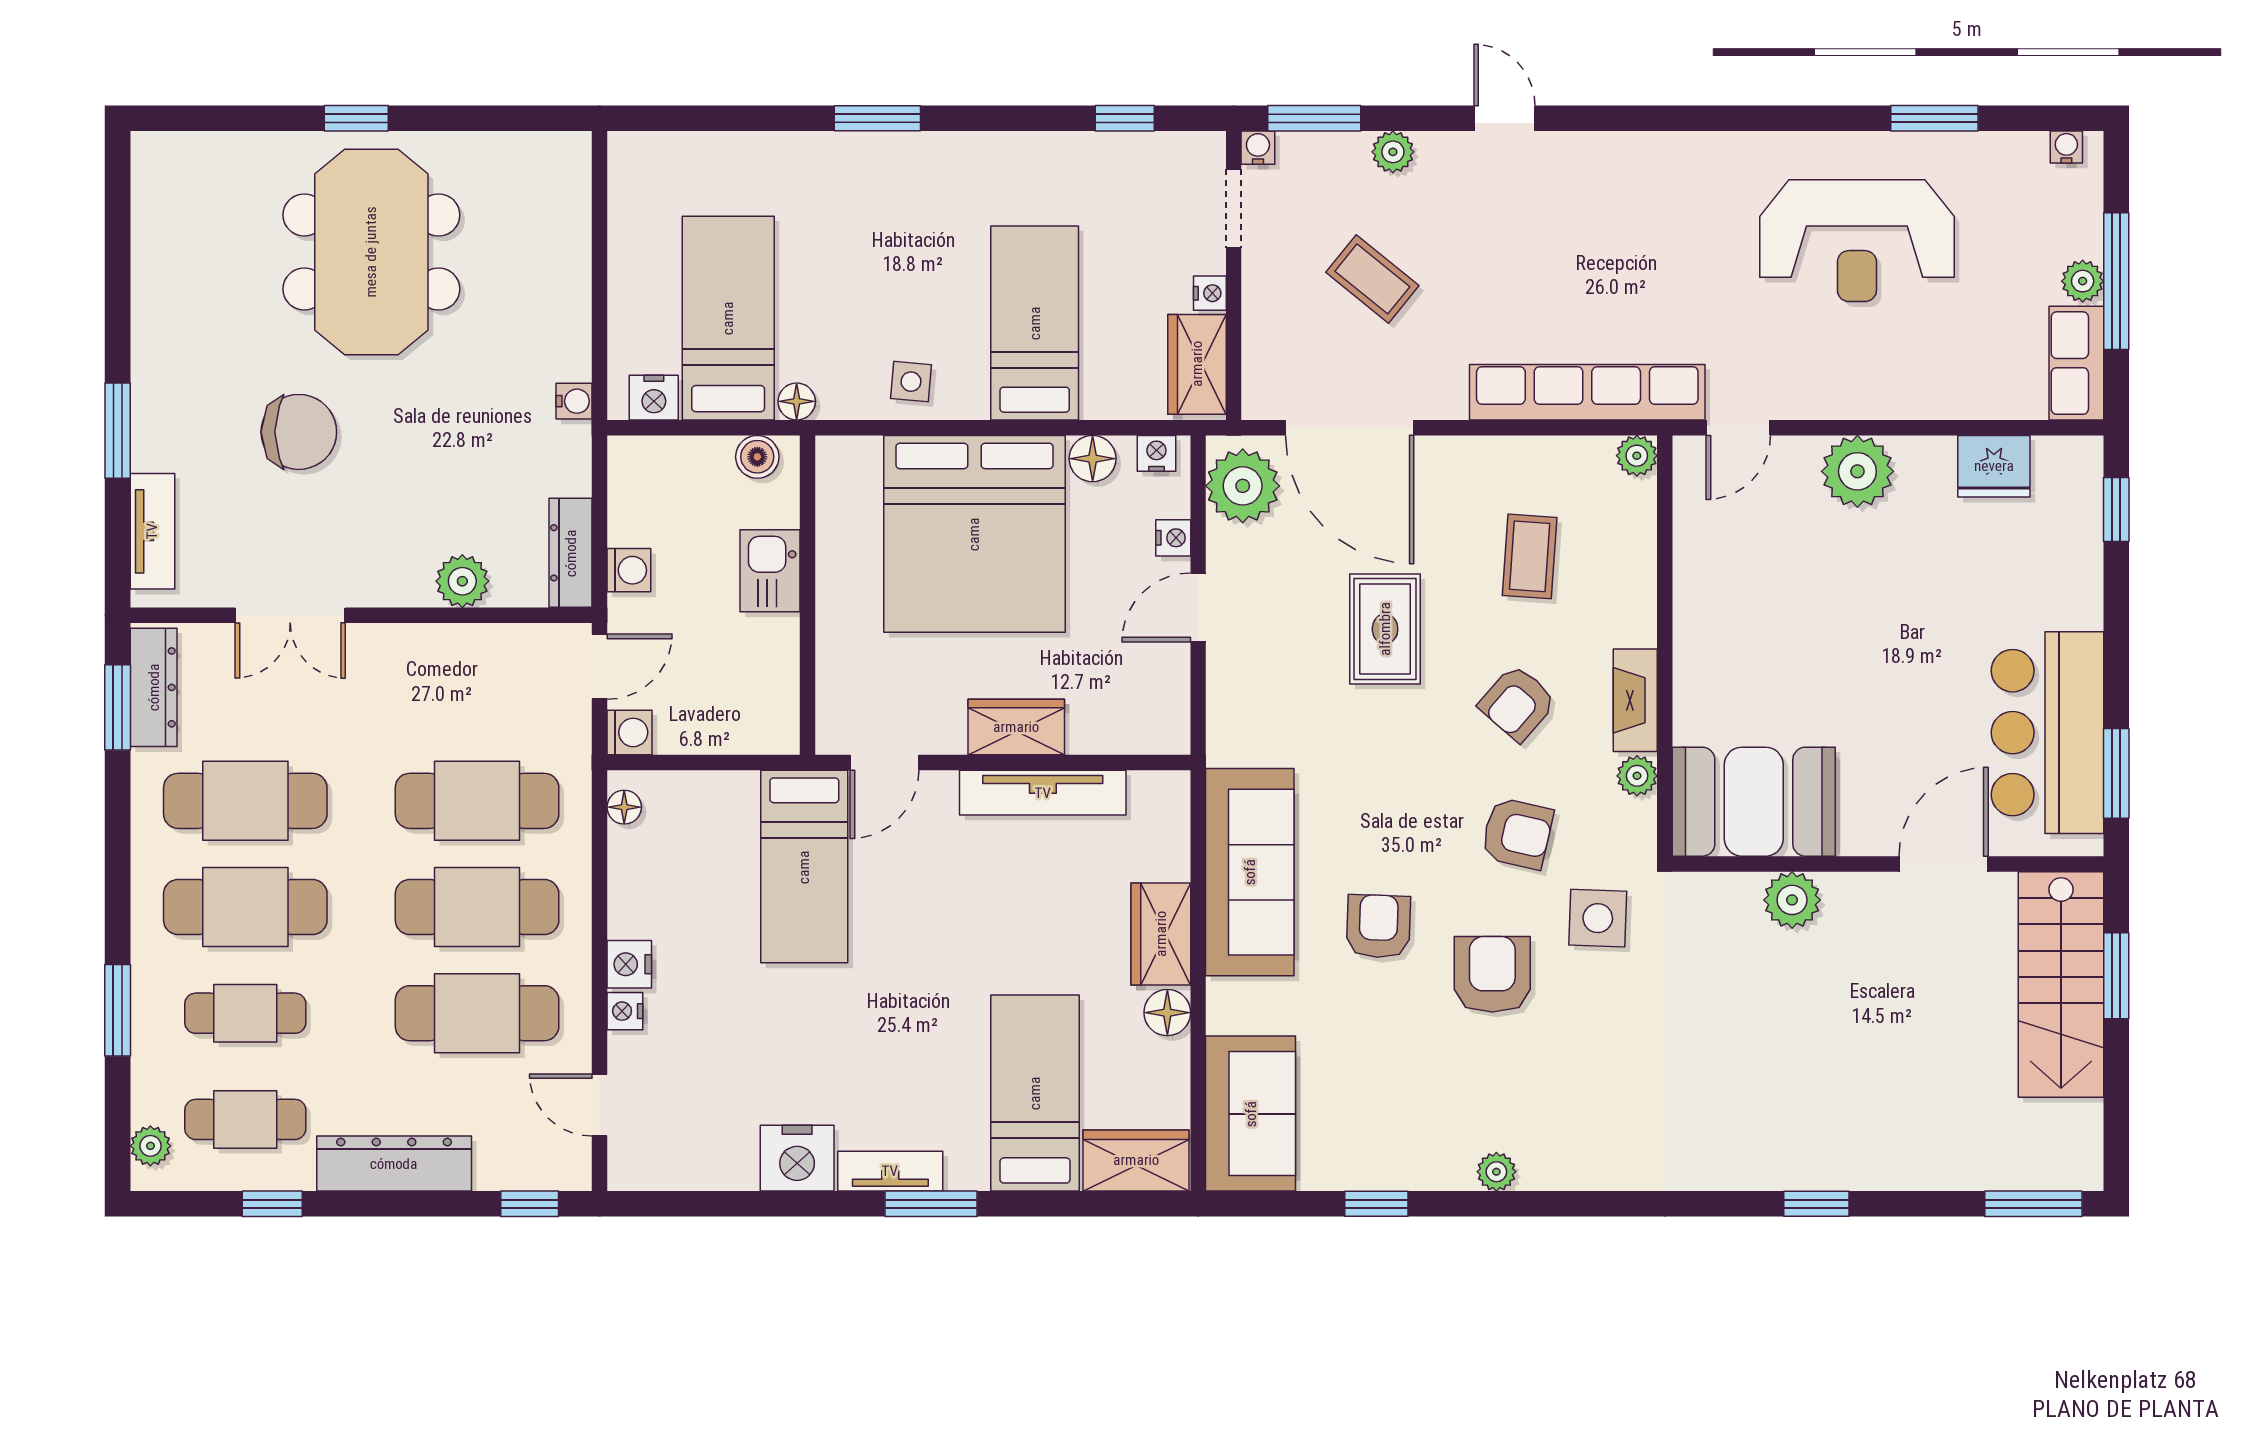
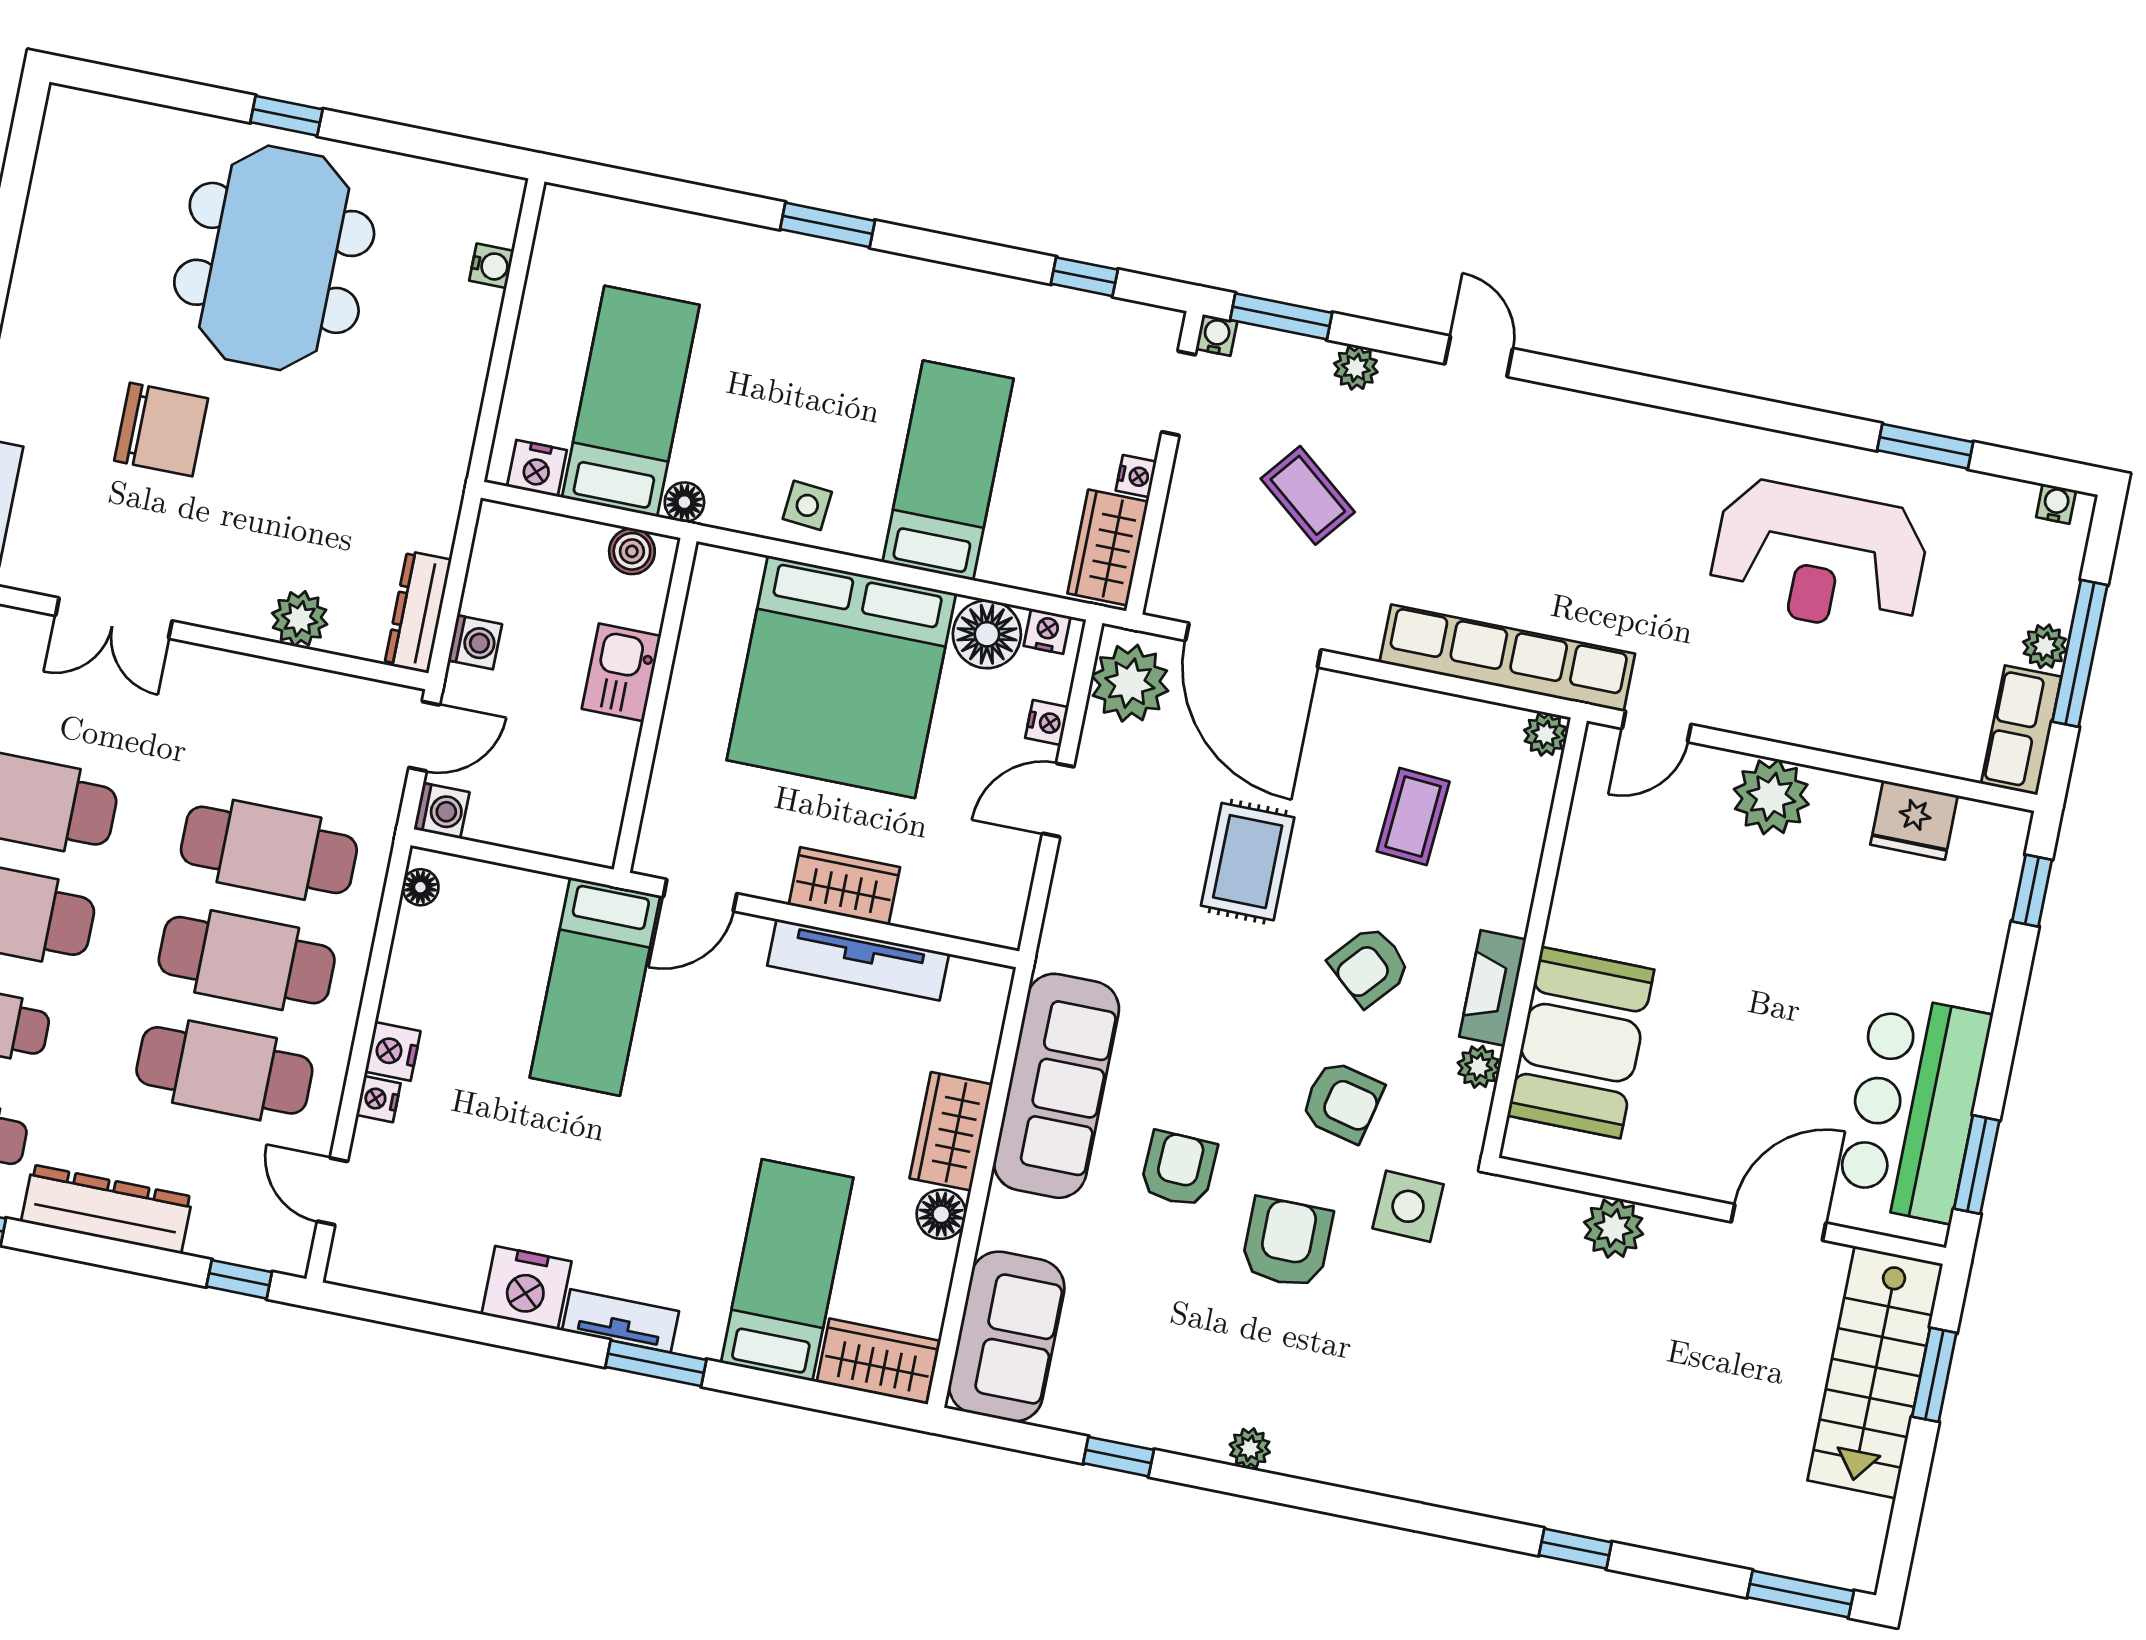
water cooler: (574, 401) -> (491, 266), moved
floor lamp: (1093, 459) -> (987, 634), width x1.38, depth x1.38
booth: (1754, 802) -> (1581, 1043), moved, turned 90

